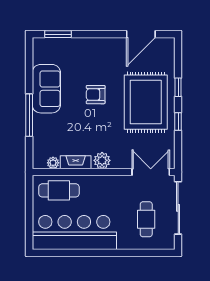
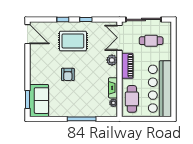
door: (141, 34) -> (27, 34), moved
sofa: (46, 89) -> (39, 101), moved, turned 90
rug: (146, 102) -> (73, 41), width x0.73, depth x0.69
plant: (102, 160) -> (112, 60), moved
piano: (109, 184) -> (127, 66), added

